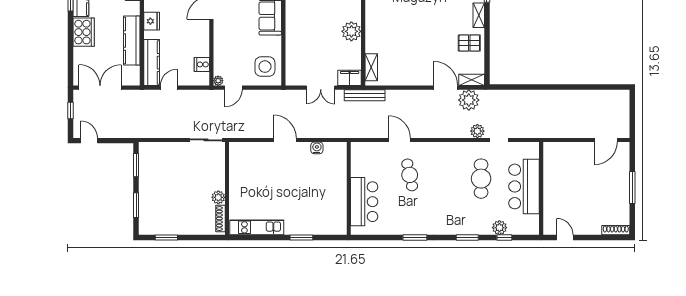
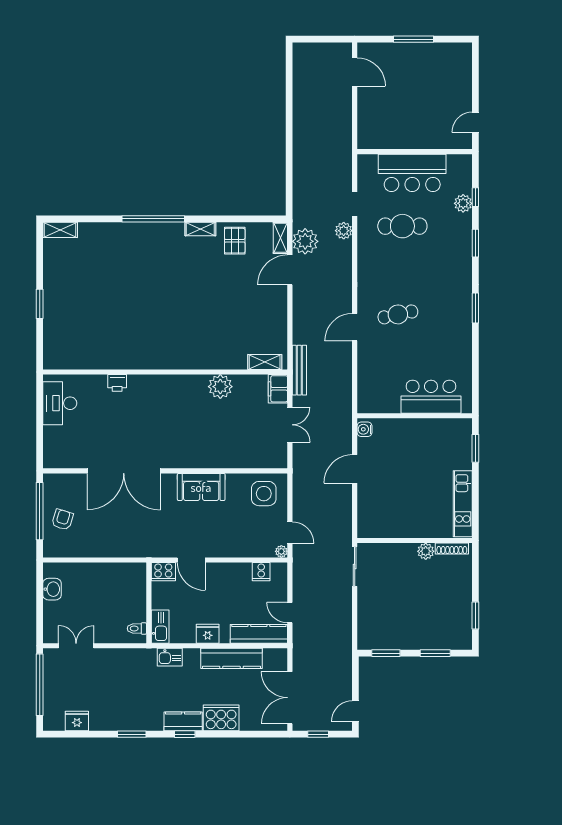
wall: (349, 188) -> (415, 416), moved
bar counter: (364, 202) -> (431, 397), moved
shoe rack: (616, 230) -> (466, 59), removed

